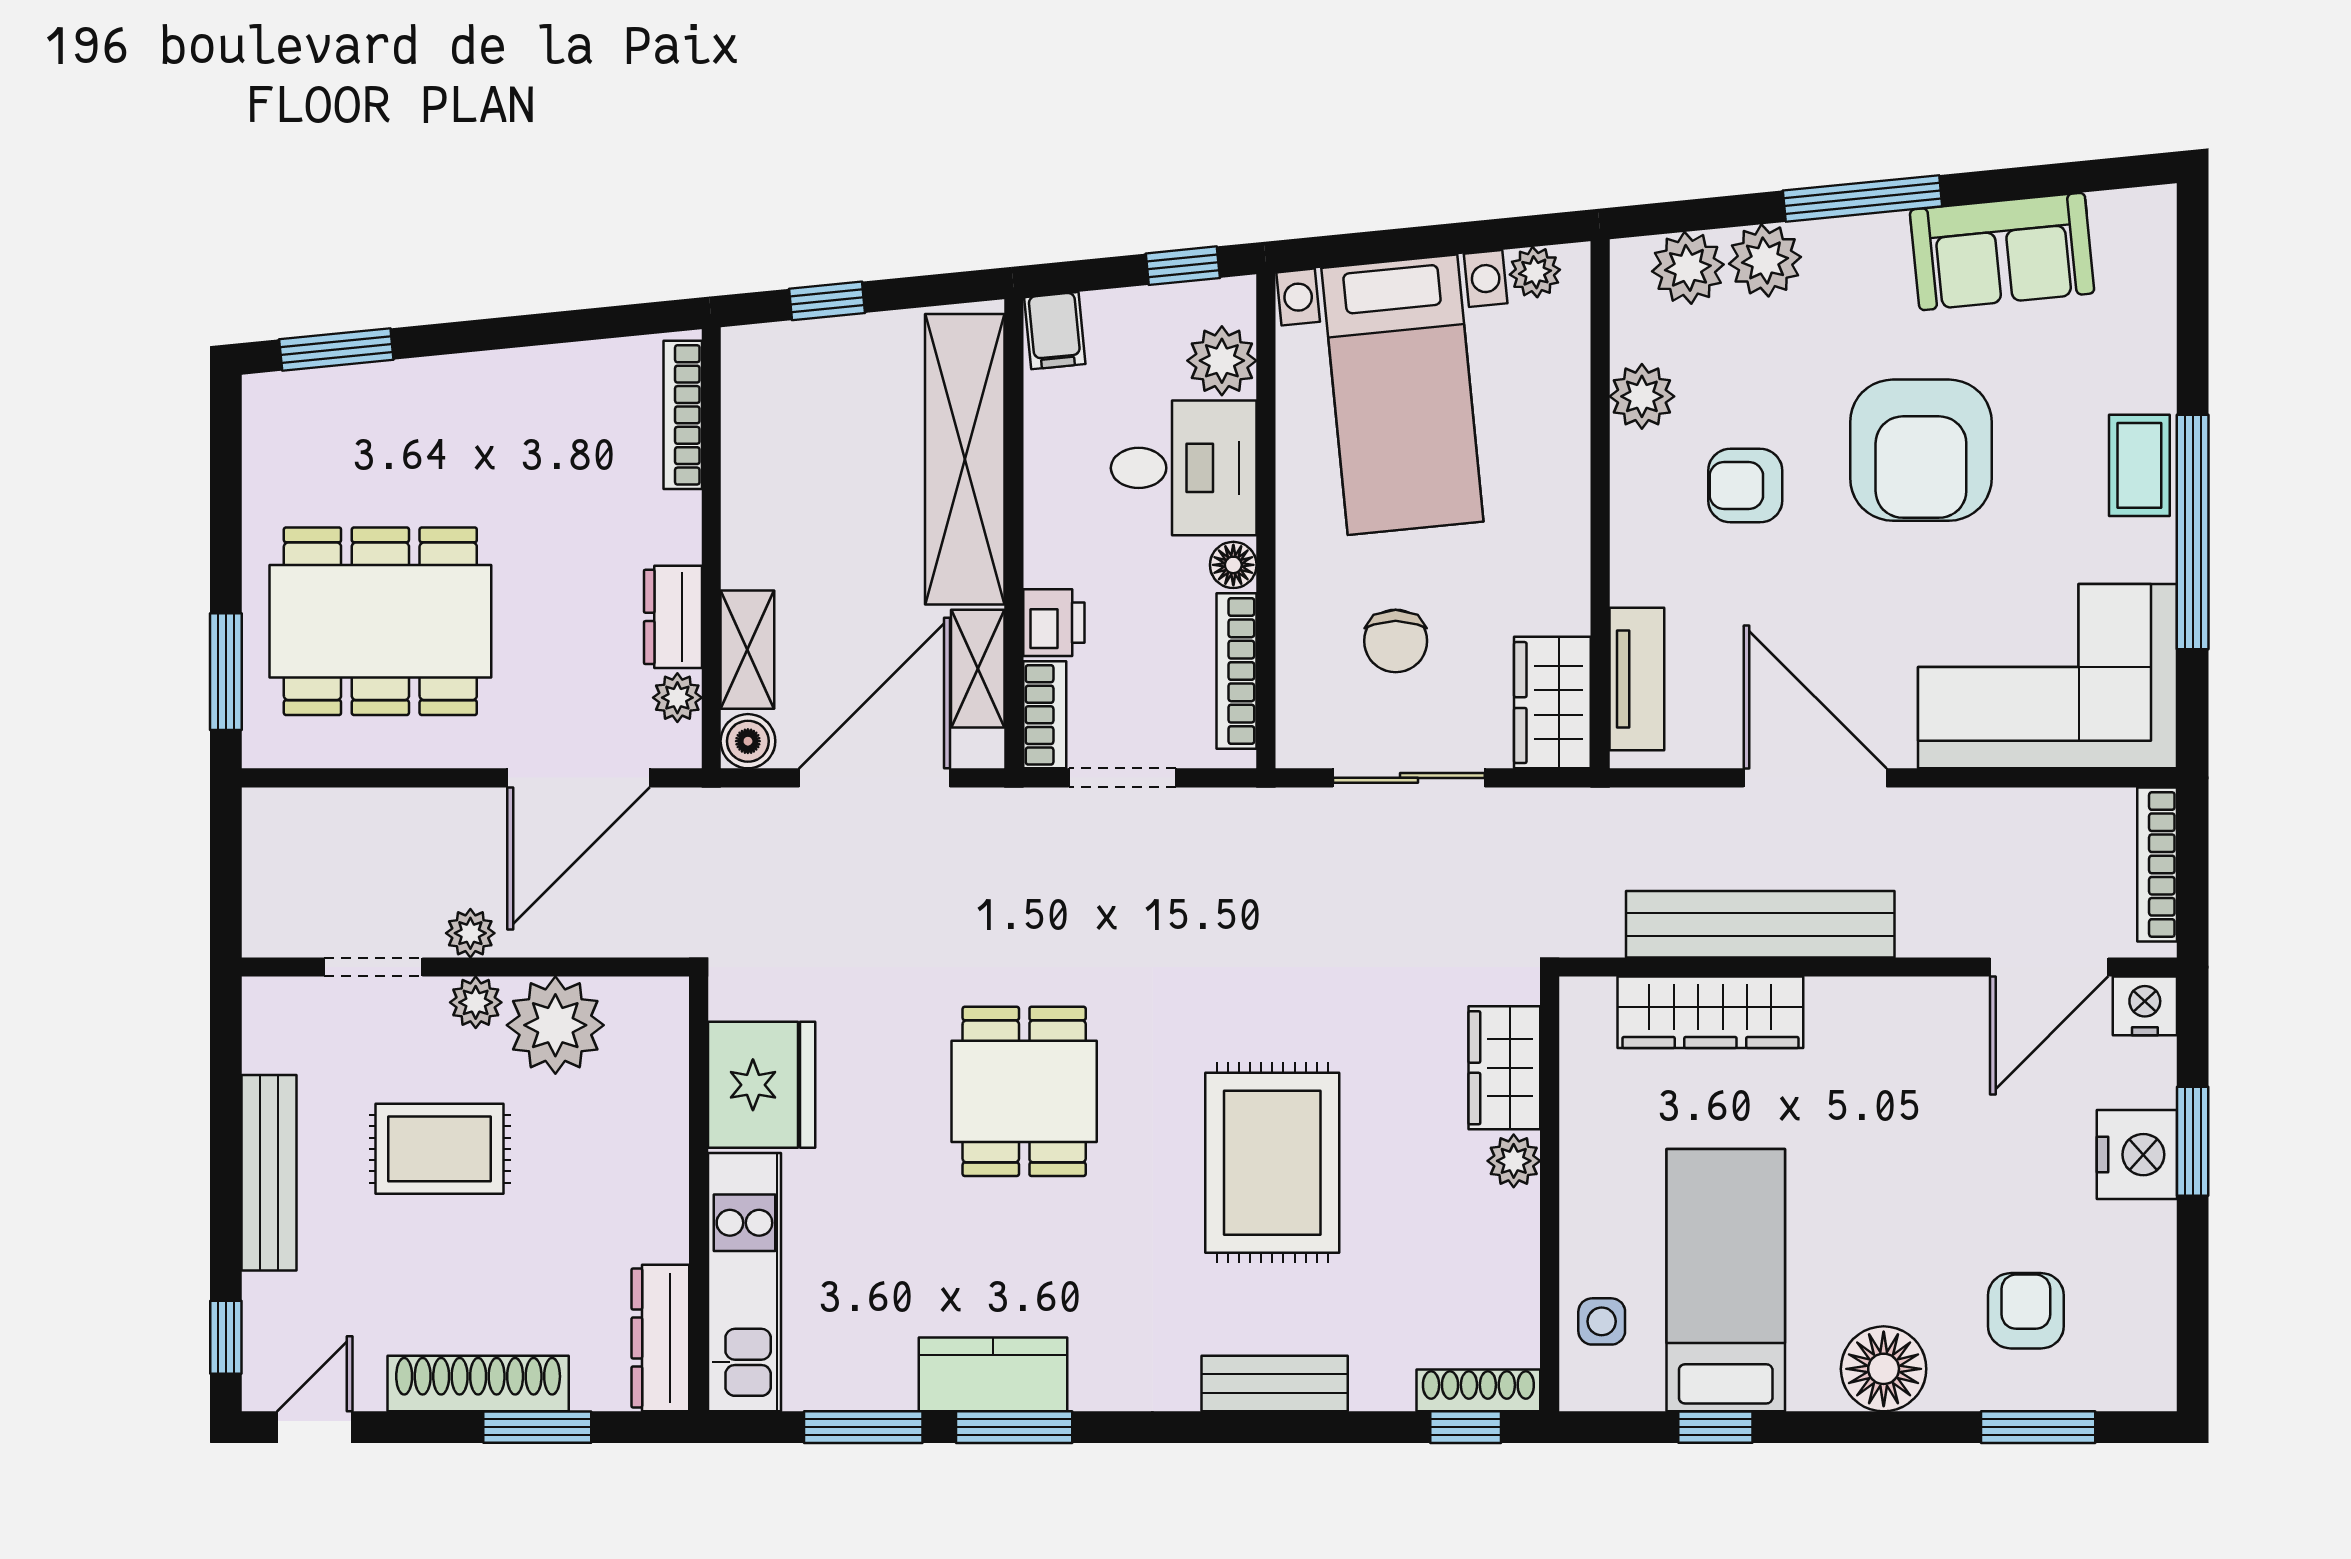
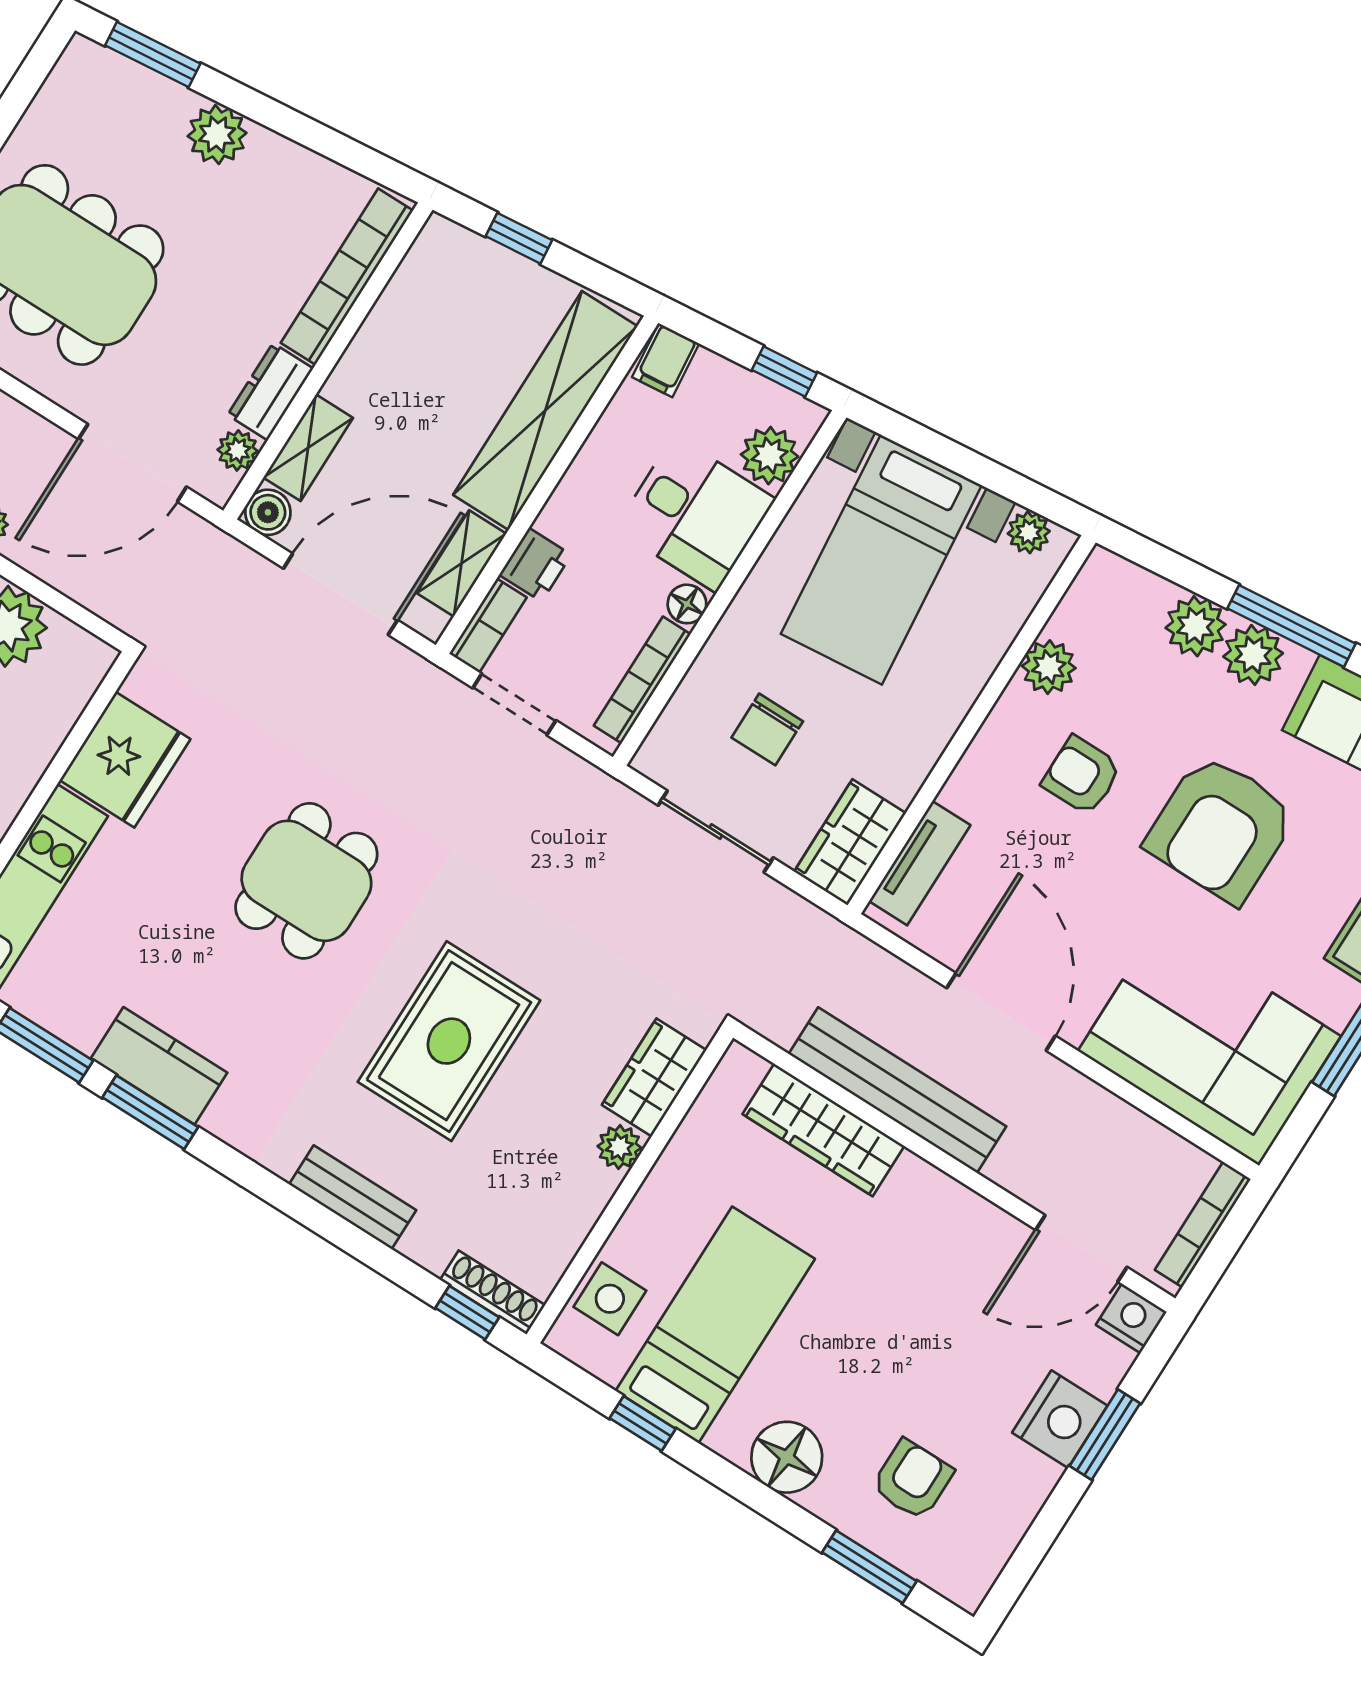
plant: (1688, 268) -> (1253, 655), moved
plant: (453, 389) -> (217, 135), added
bookcase: (683, 415) -> (347, 277), width x1.48, depth x1.31
side table: (1602, 1321) -> (610, 1299), width x1.37, depth x1.37

